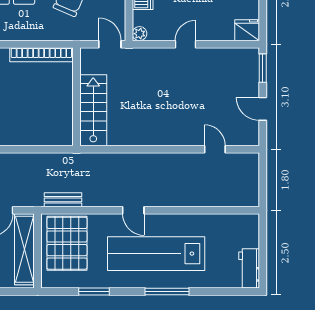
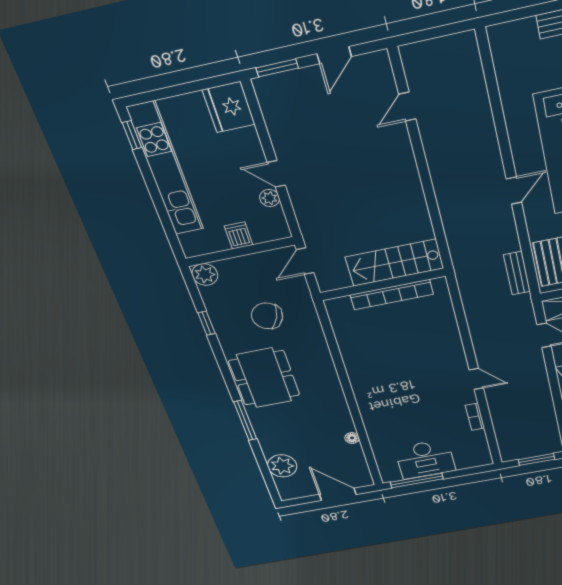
fridge: (247, 30) -> (229, 107), width x1.36, depth x1.34
plant: (140, 34) -> (270, 198), moved
bookcase: (41, 55) -> (392, 295), moved, turned 90

